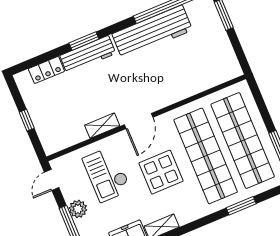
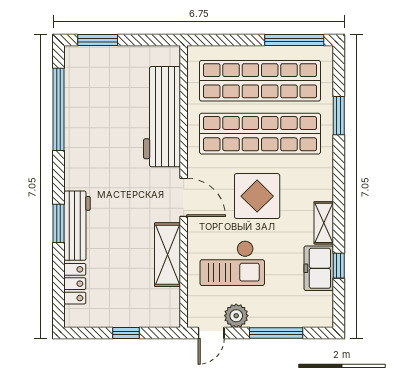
workbench: (152, 32) -> (162, 117), moved, turned 180
shelving: (102, 126) -> (168, 255), width x1.50, depth x1.33
door: (52, 180) -> (211, 333), hinge flipped
plant: (78, 209) -> (236, 316), moved

